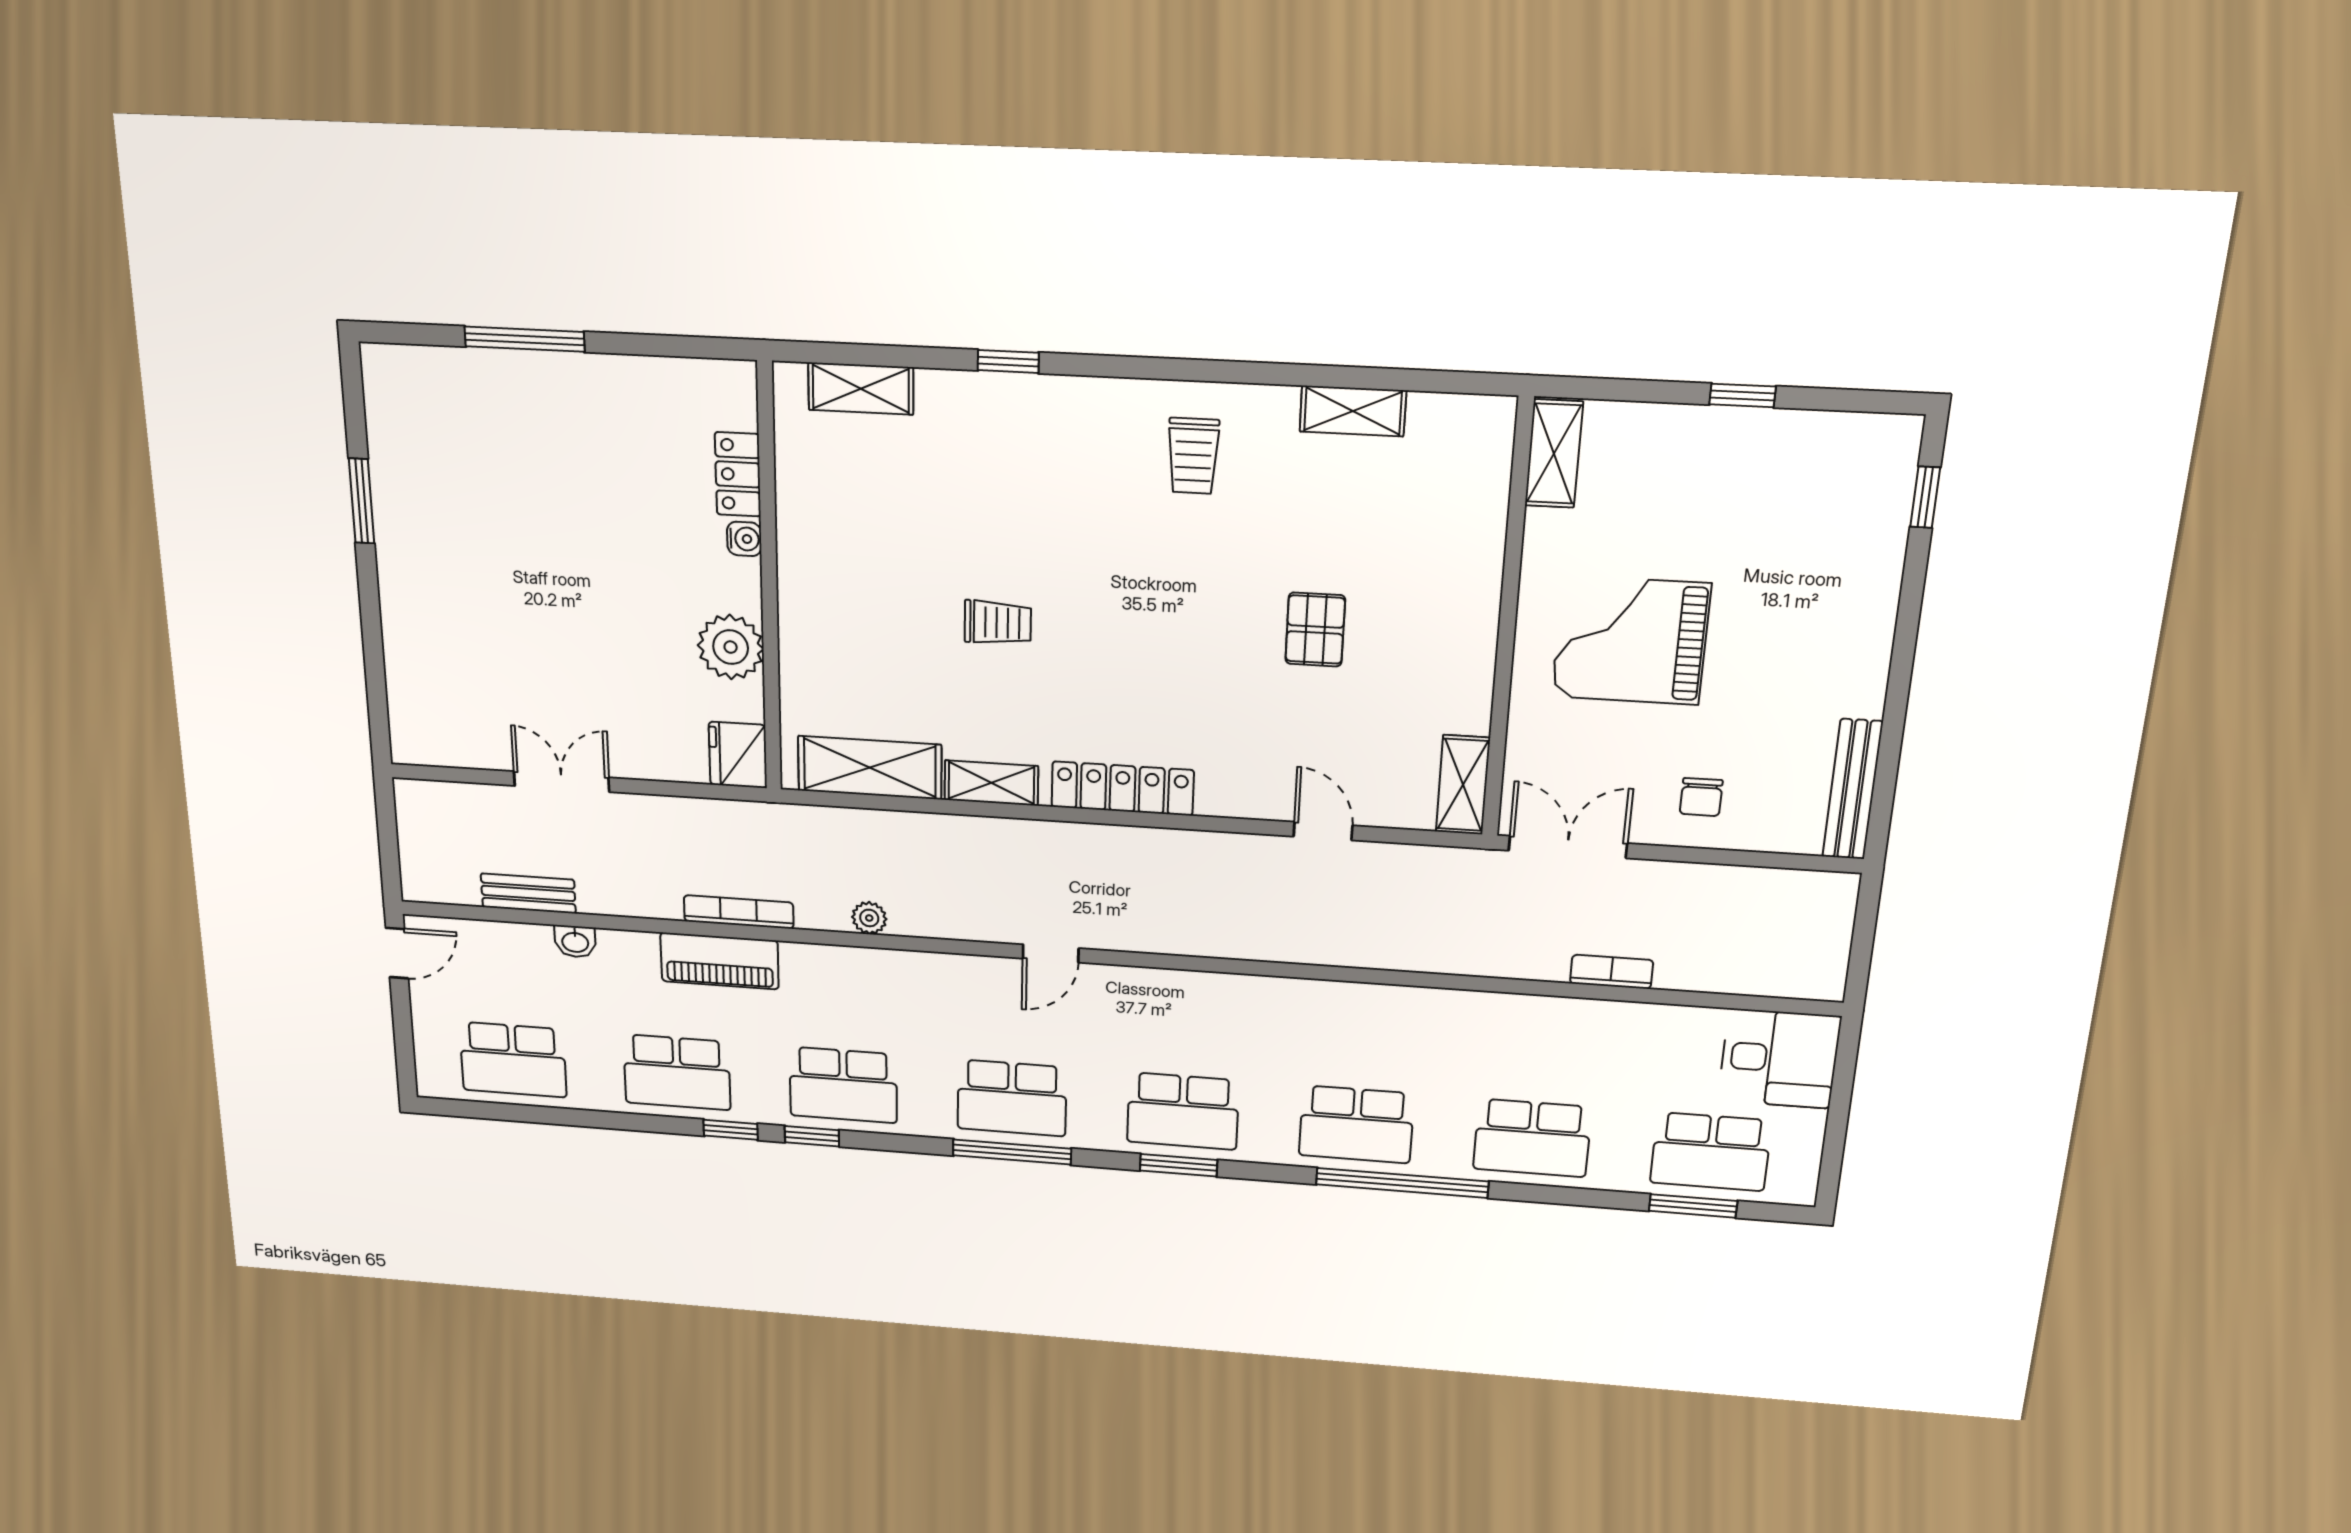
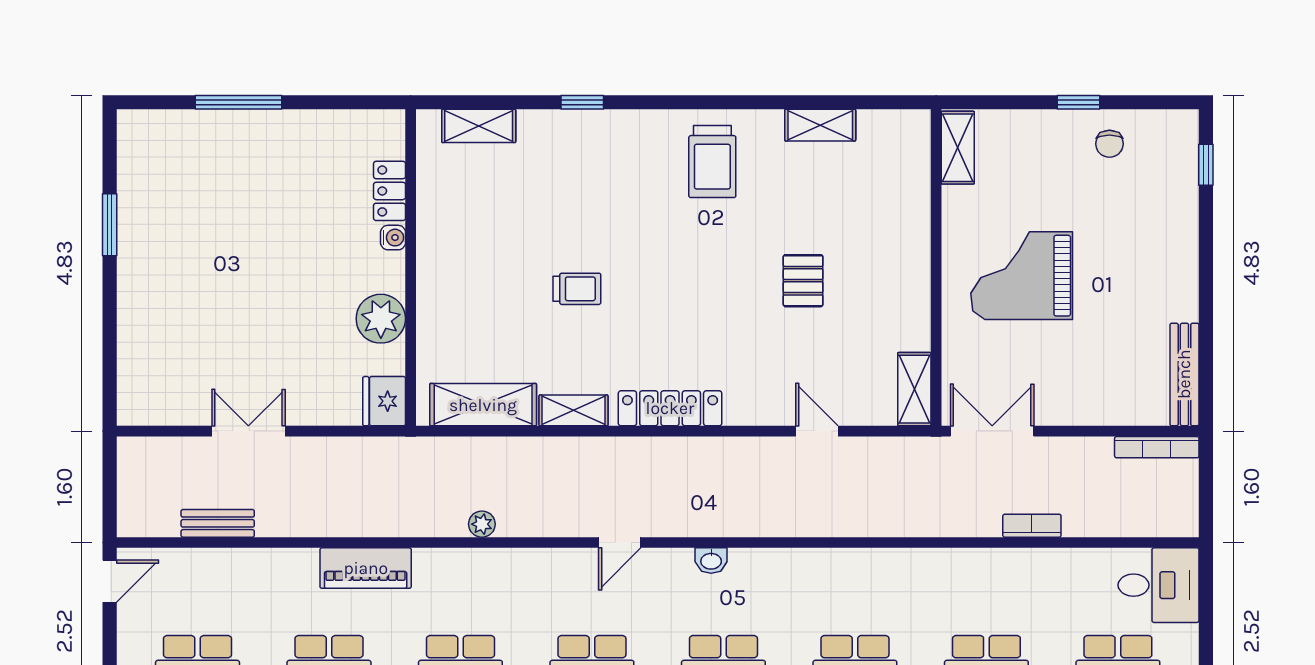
trolley: (1193, 456) -> (712, 162), width x1.36, depth x1.39
chair: (1701, 797) -> (1109, 144), moved
bookcase: (739, 912) -> (1157, 447), moved, turned 180
washbasin: (575, 942) -> (711, 561), moved

